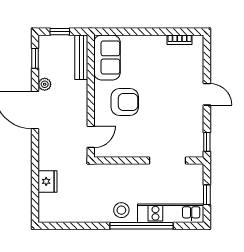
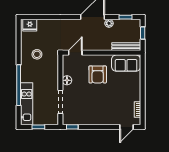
door: (207, 94) -> (127, 127), moved
door: (91, 137) -> (75, 53), swing flipped
floor lamp: (134, 150) -> (67, 80), added
fridge: (48, 181) -> (30, 25), moved
stool: (121, 210) -> (37, 54), moved

